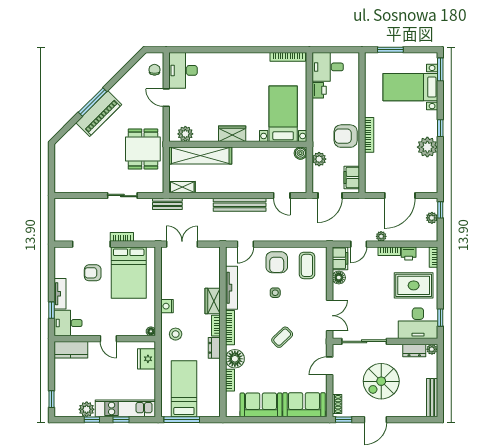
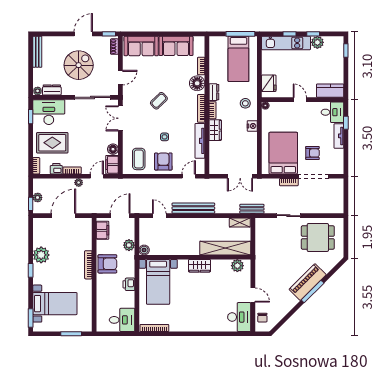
printer: (319, 90) -> (129, 284), moved
dining table: (143, 149) -> (318, 237), moved, turned 90

